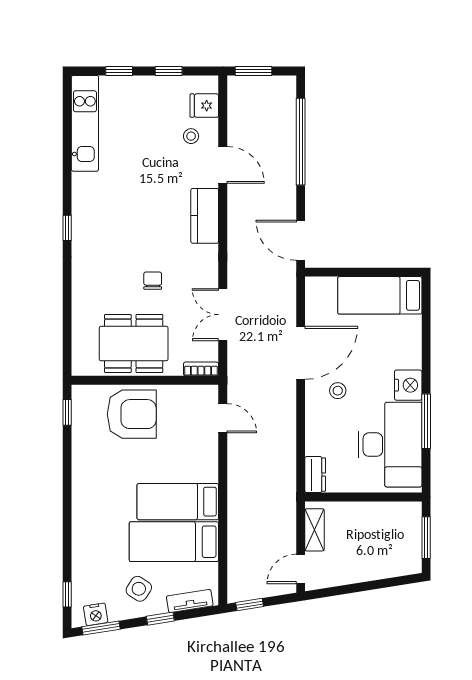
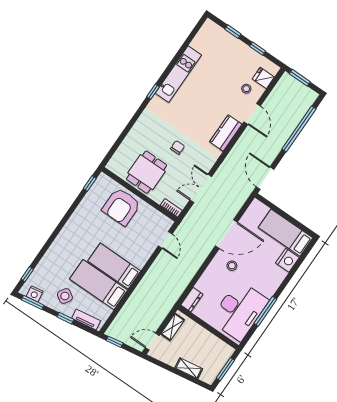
kitchen unit: (85, 123) -> (178, 74), moved
dining table: (134, 343) -> (147, 172), width x0.73
nightstand: (408, 385) -> (287, 260), moved
armchair: (132, 414) -> (121, 207), turned 90
shelving: (375, 571) -> (189, 368), added

